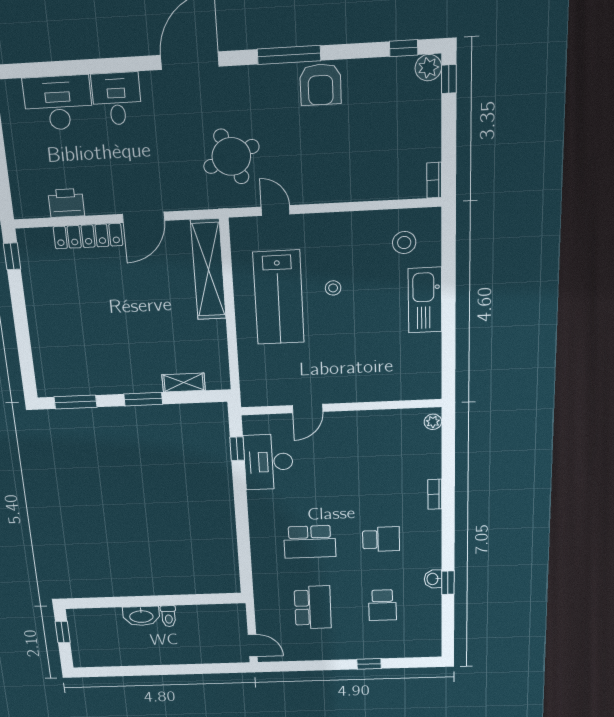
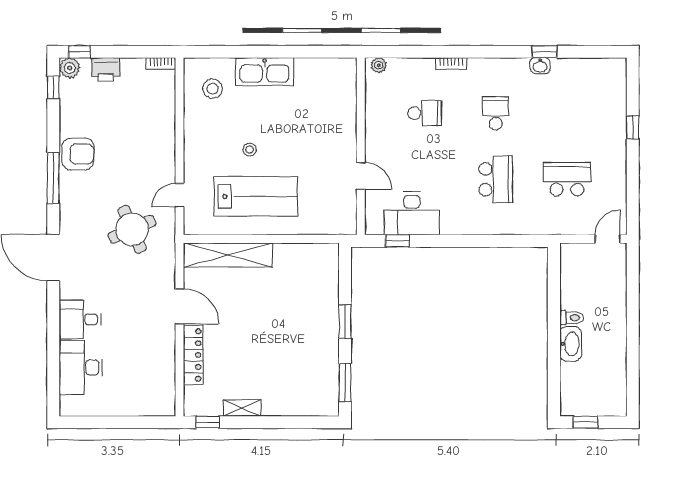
printer: (66, 203) -> (106, 69), moved, turned -90
shelving: (184, 383) -> (242, 408), moved, turned 90
school desk: (382, 605) -> (425, 113), moved

